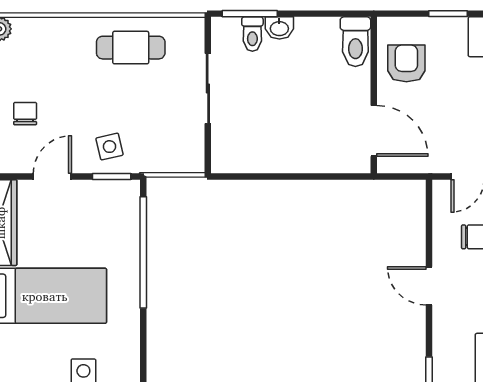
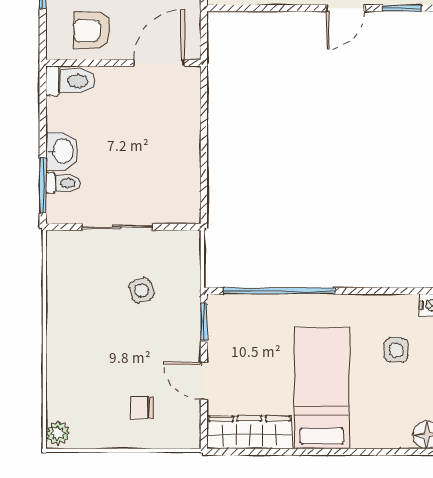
washbasin: (279, 28) -> (62, 151), width x1.38, depth x1.45
cafe table: (131, 48) -> (76, 303), removed
side table: (110, 147) -> (141, 290), moved
door: (429, 286) -> (345, 8), moved

